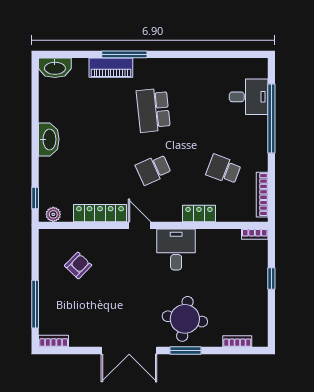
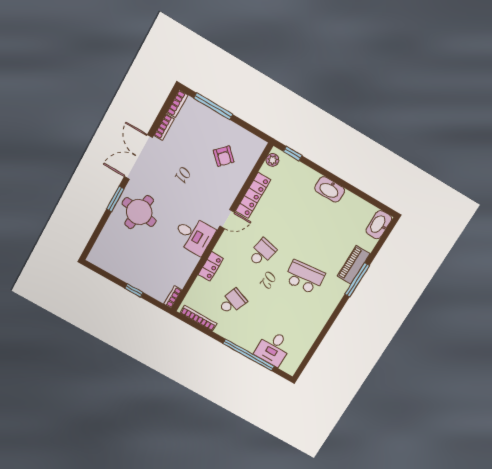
school desk: (153, 169) -> (262, 252), turned 36
bookcase: (237, 341) -> (164, 127), moved

